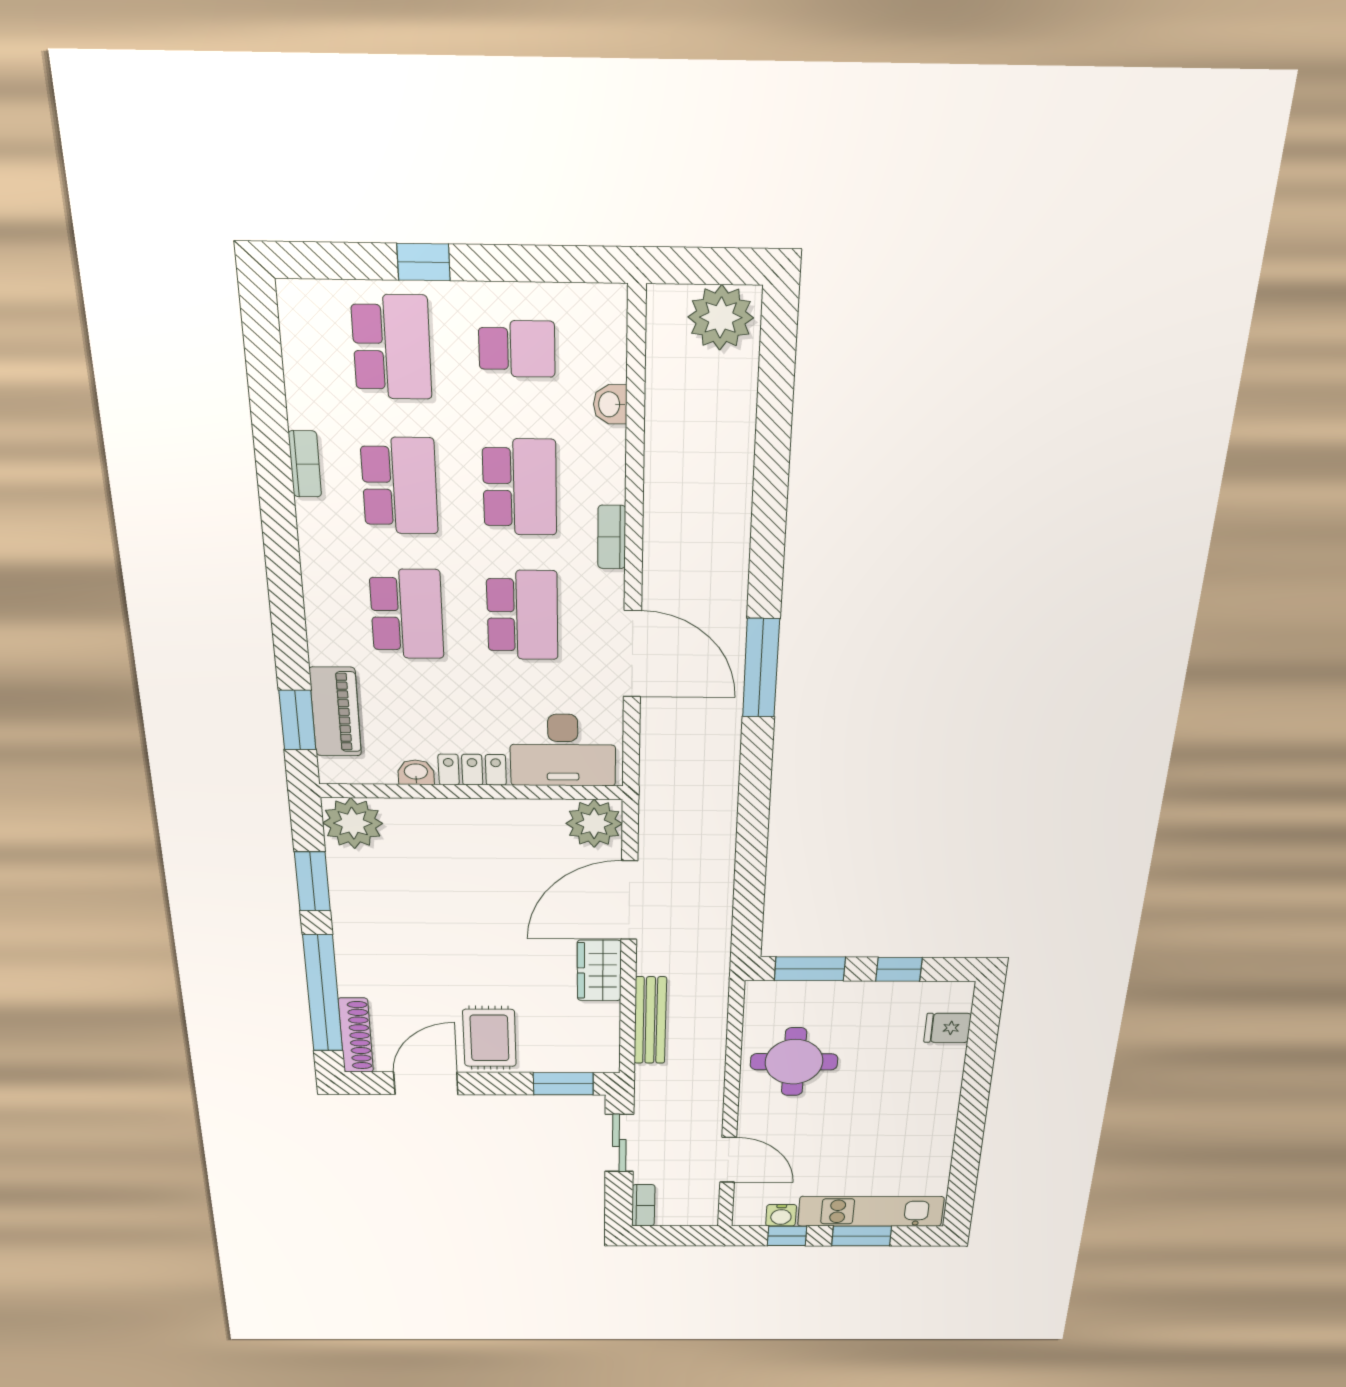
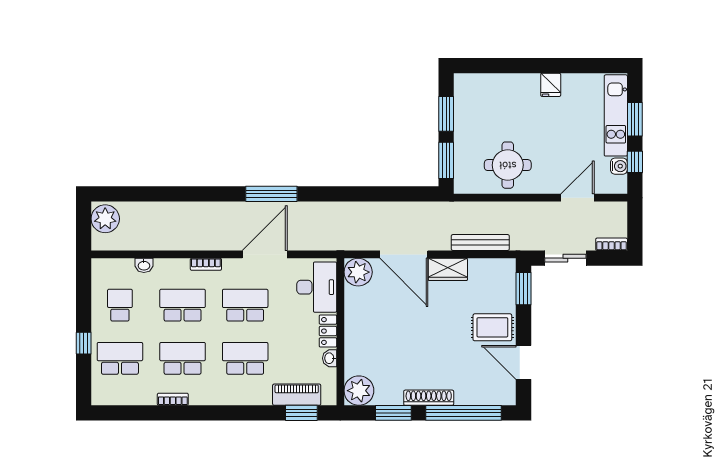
window: (899, 969) -> (446, 114), width x1.50
fridge: (948, 1028) -> (551, 85), moved
shoe rack: (356, 1035) -> (429, 398), moved

